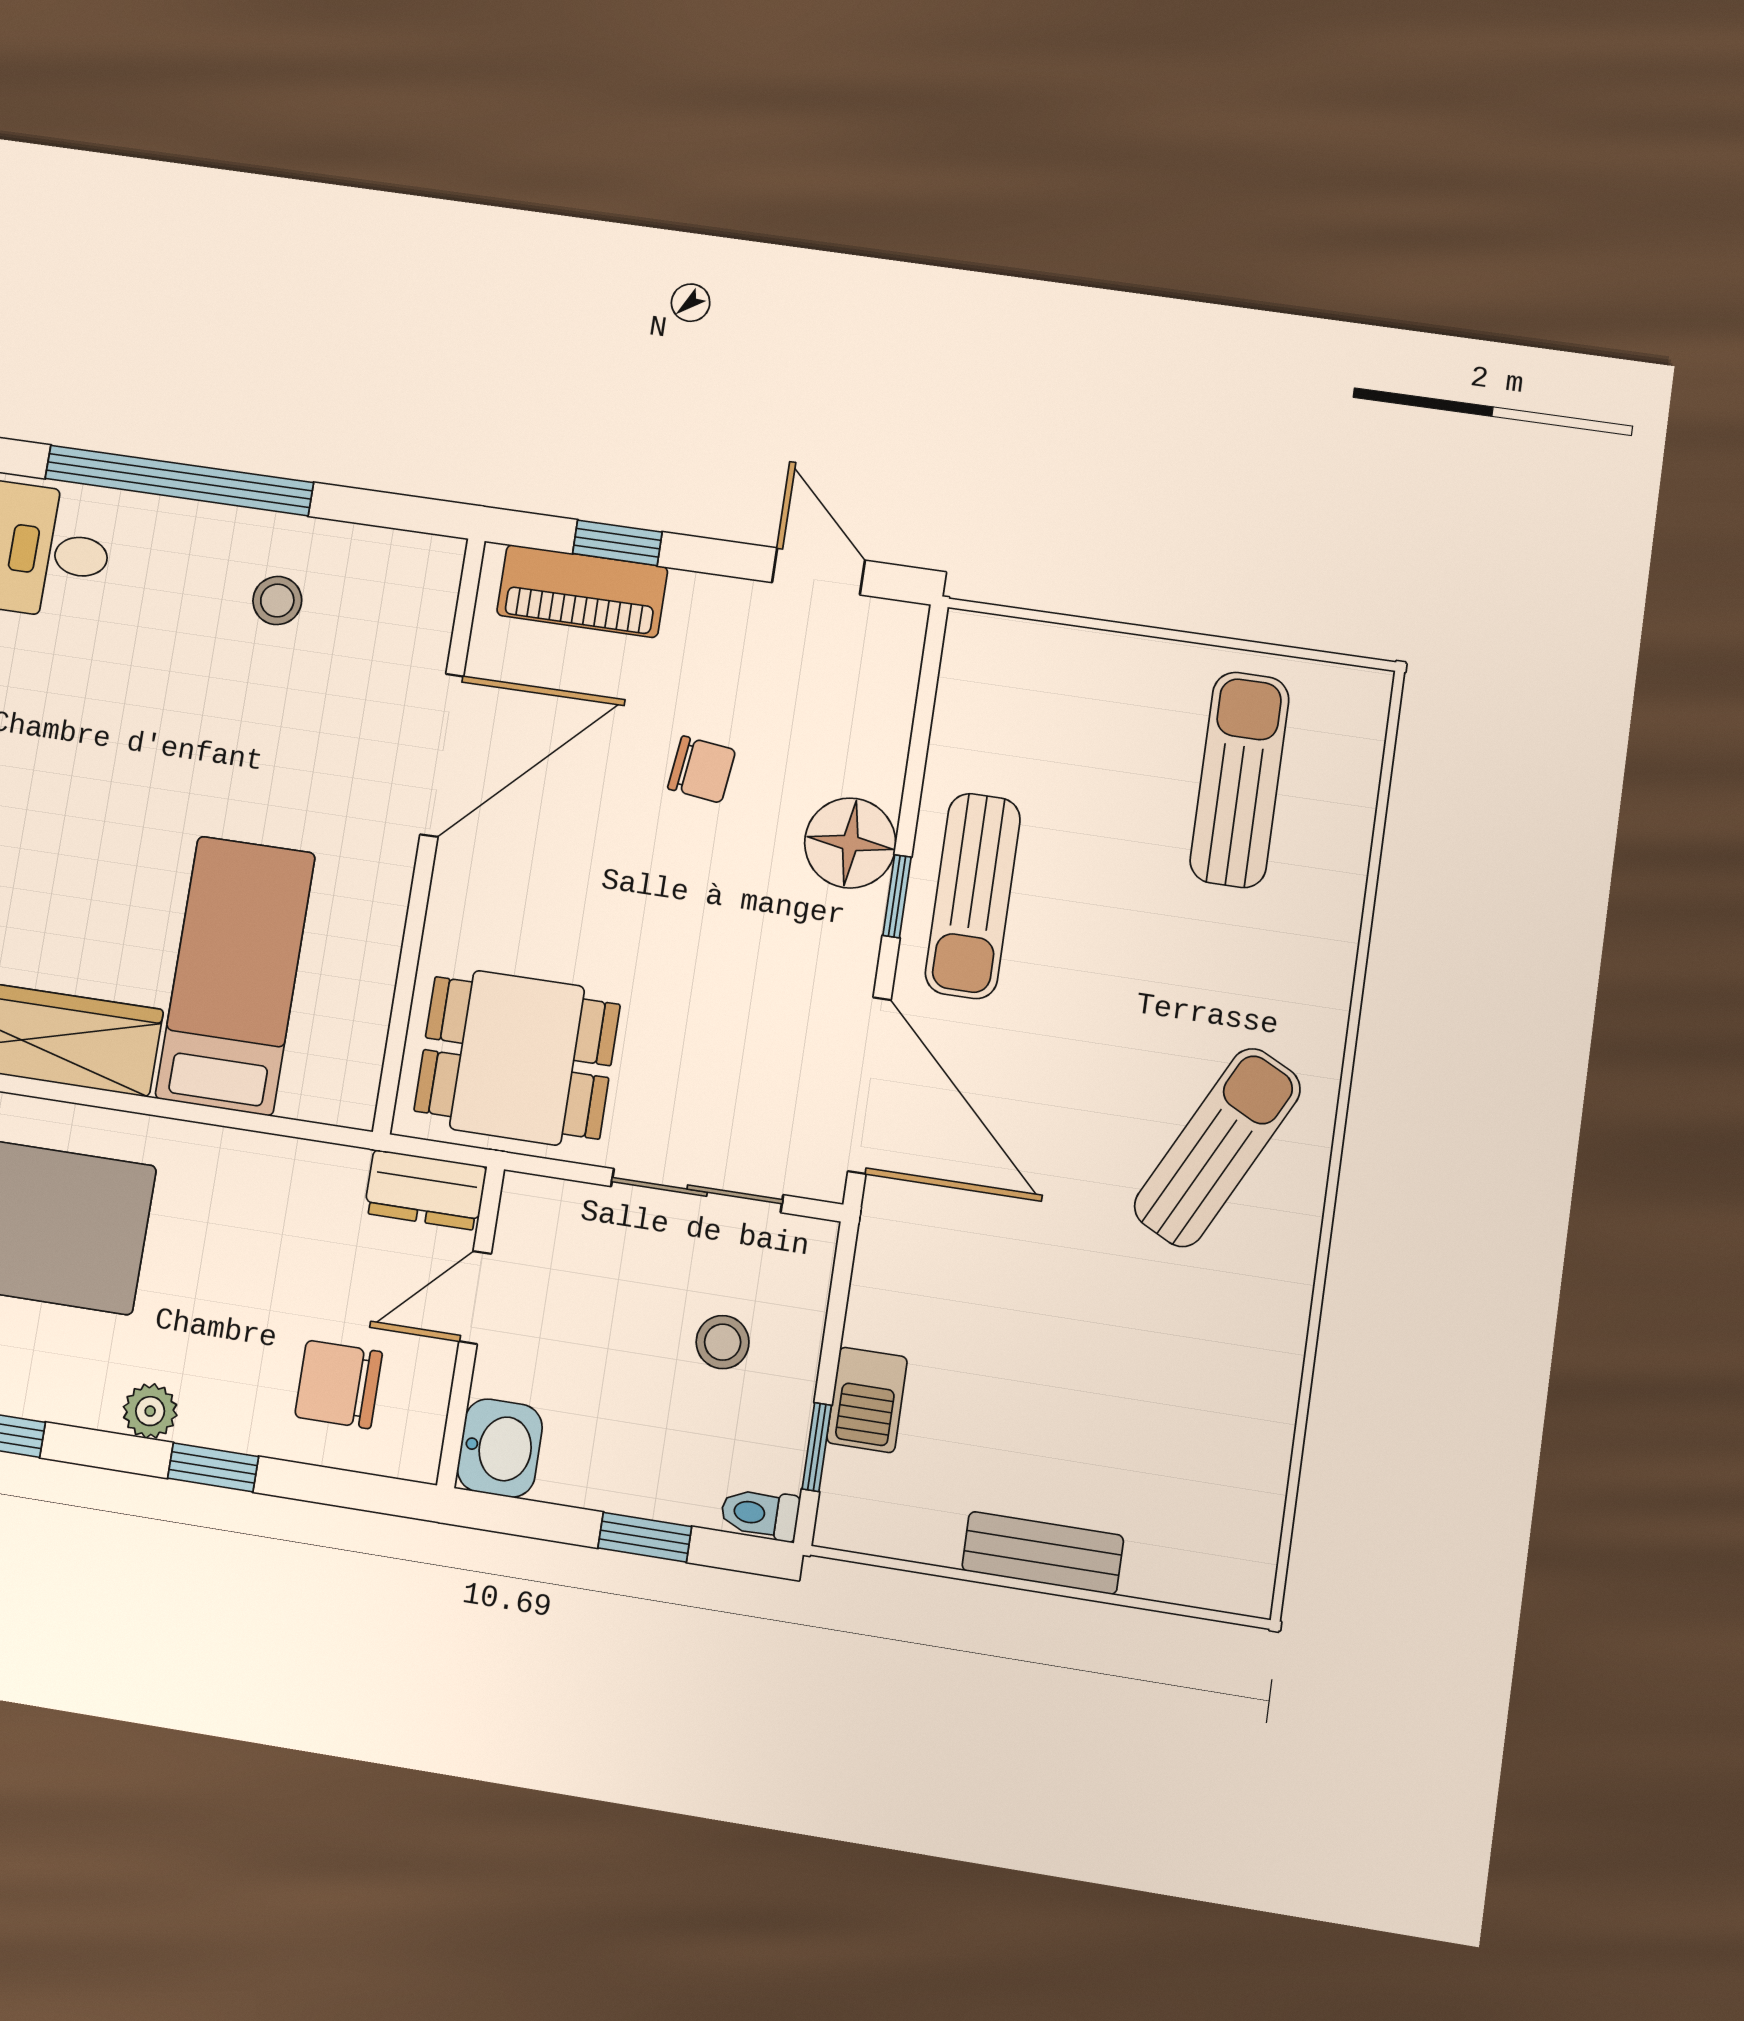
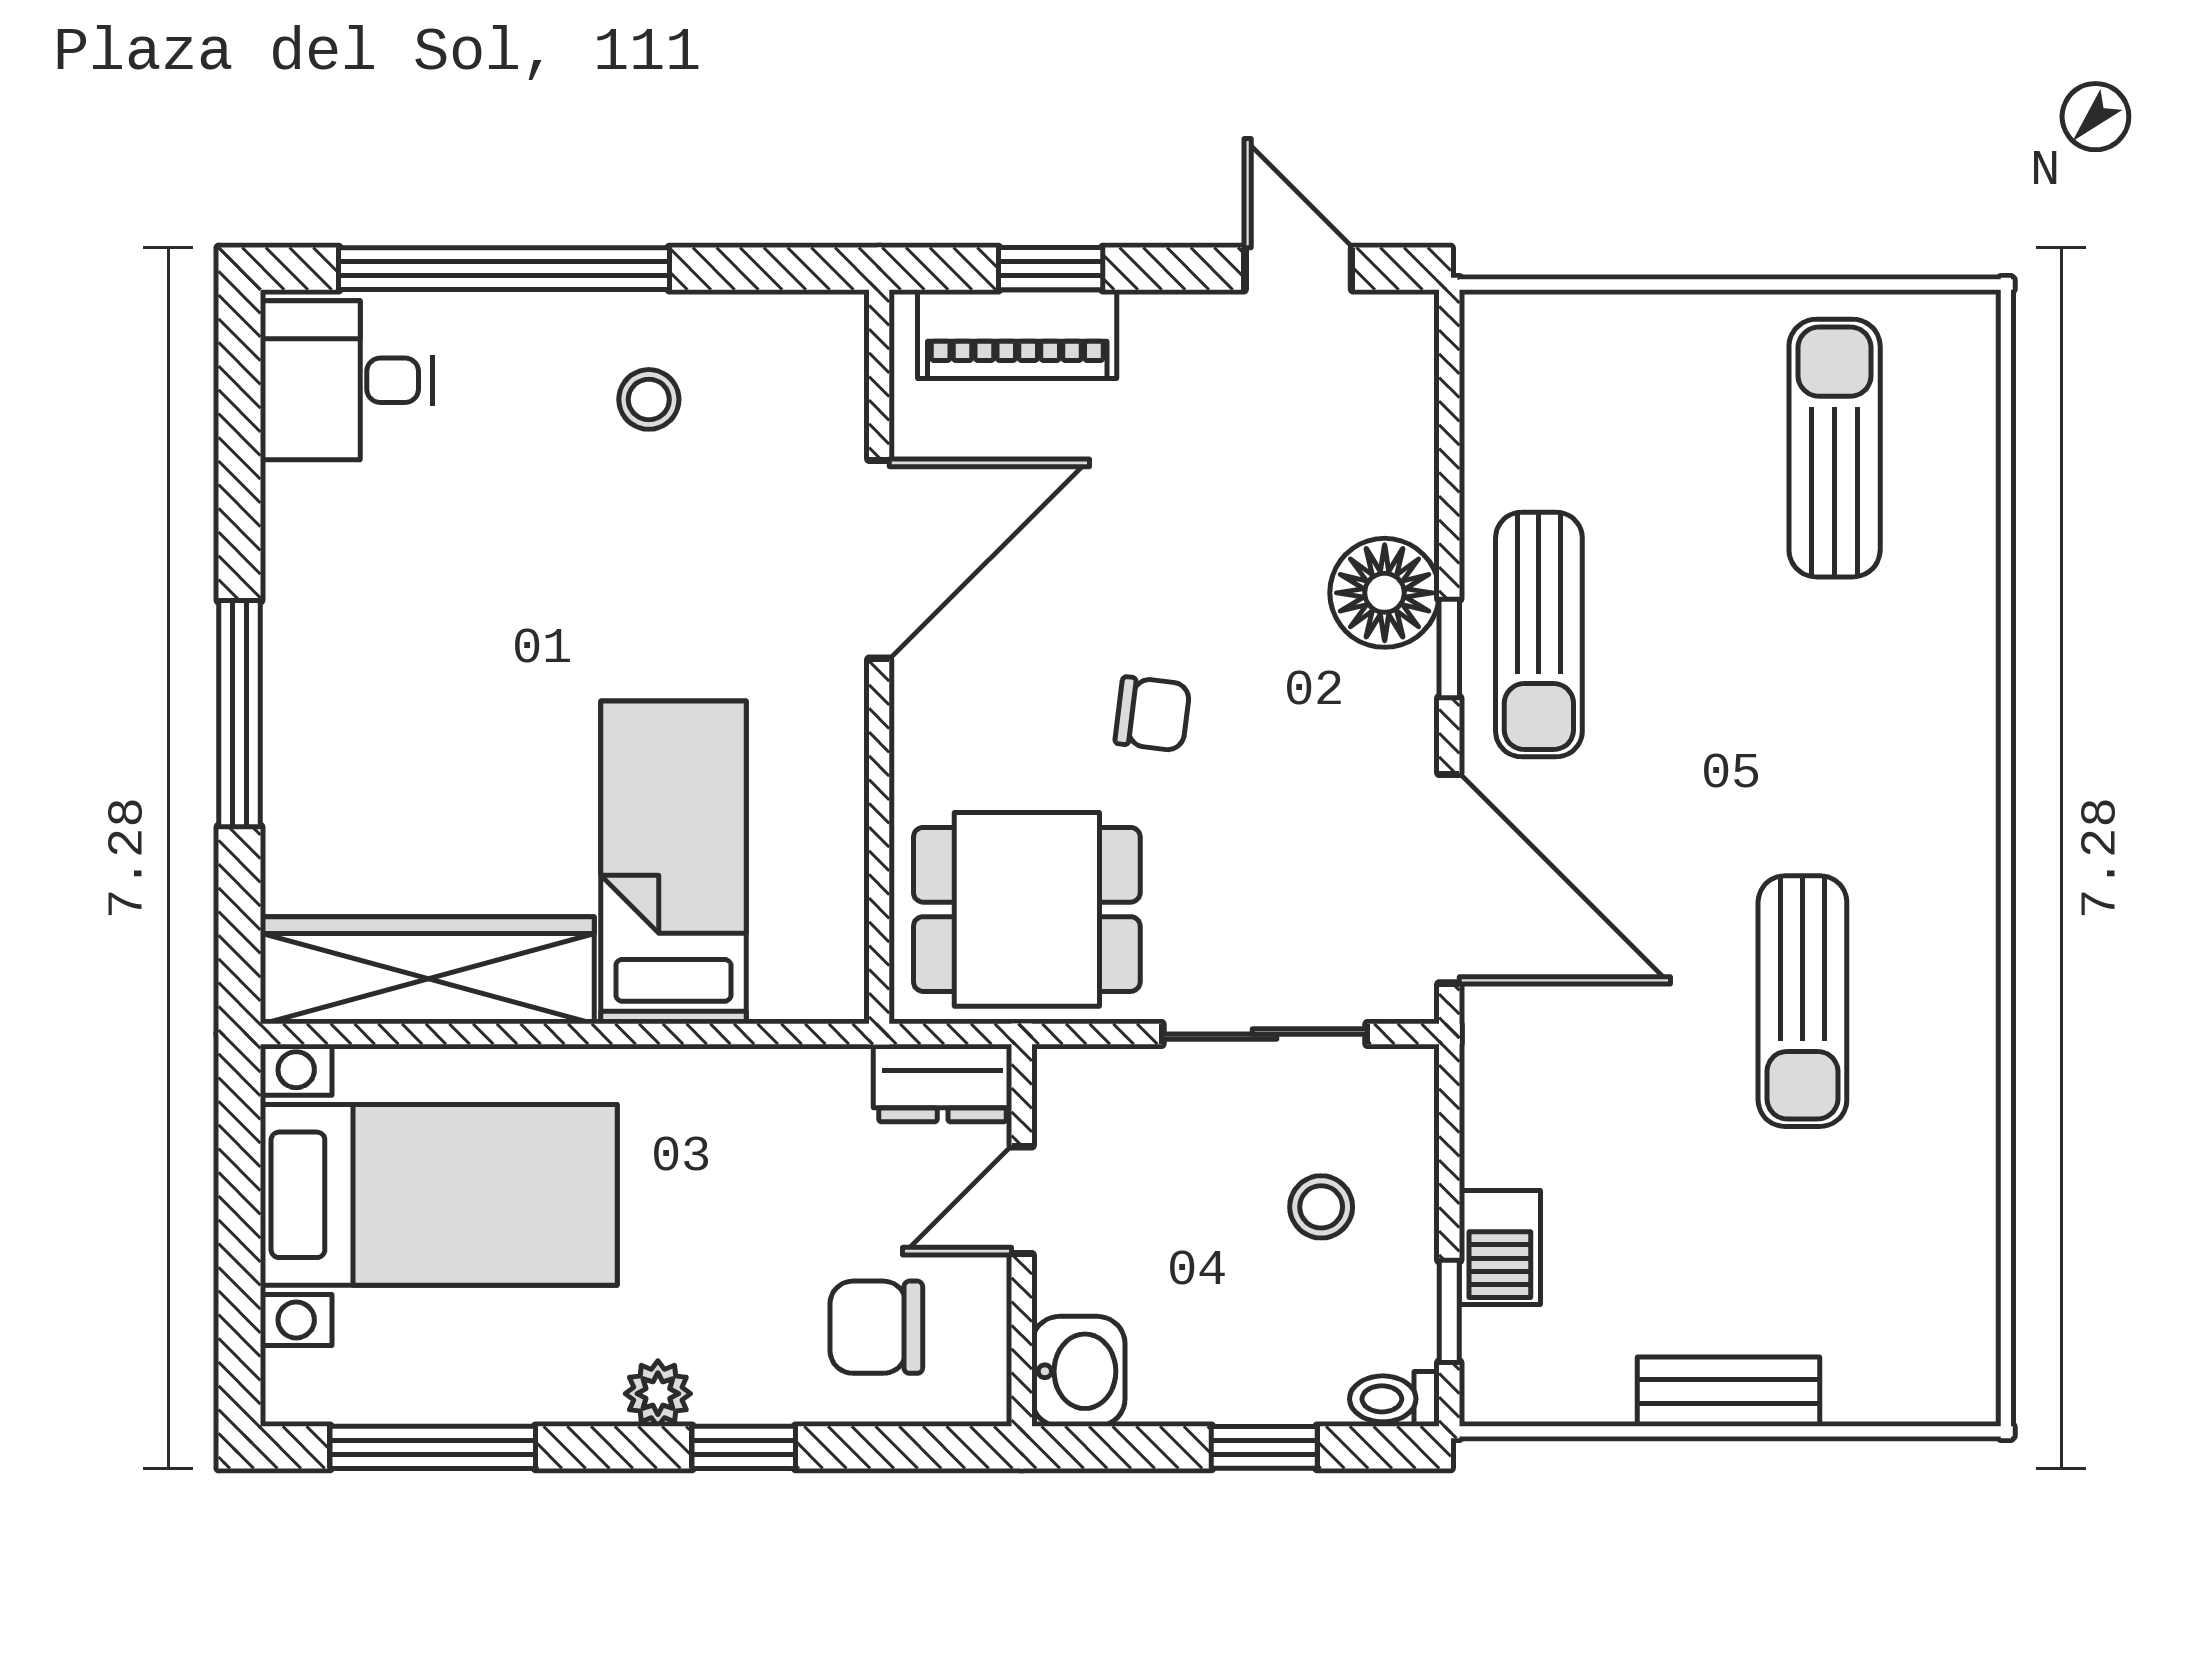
chair: (702, 769) -> (1153, 714), moved
sun lounger: (1217, 1147) -> (1802, 1001), moved, turned 153

